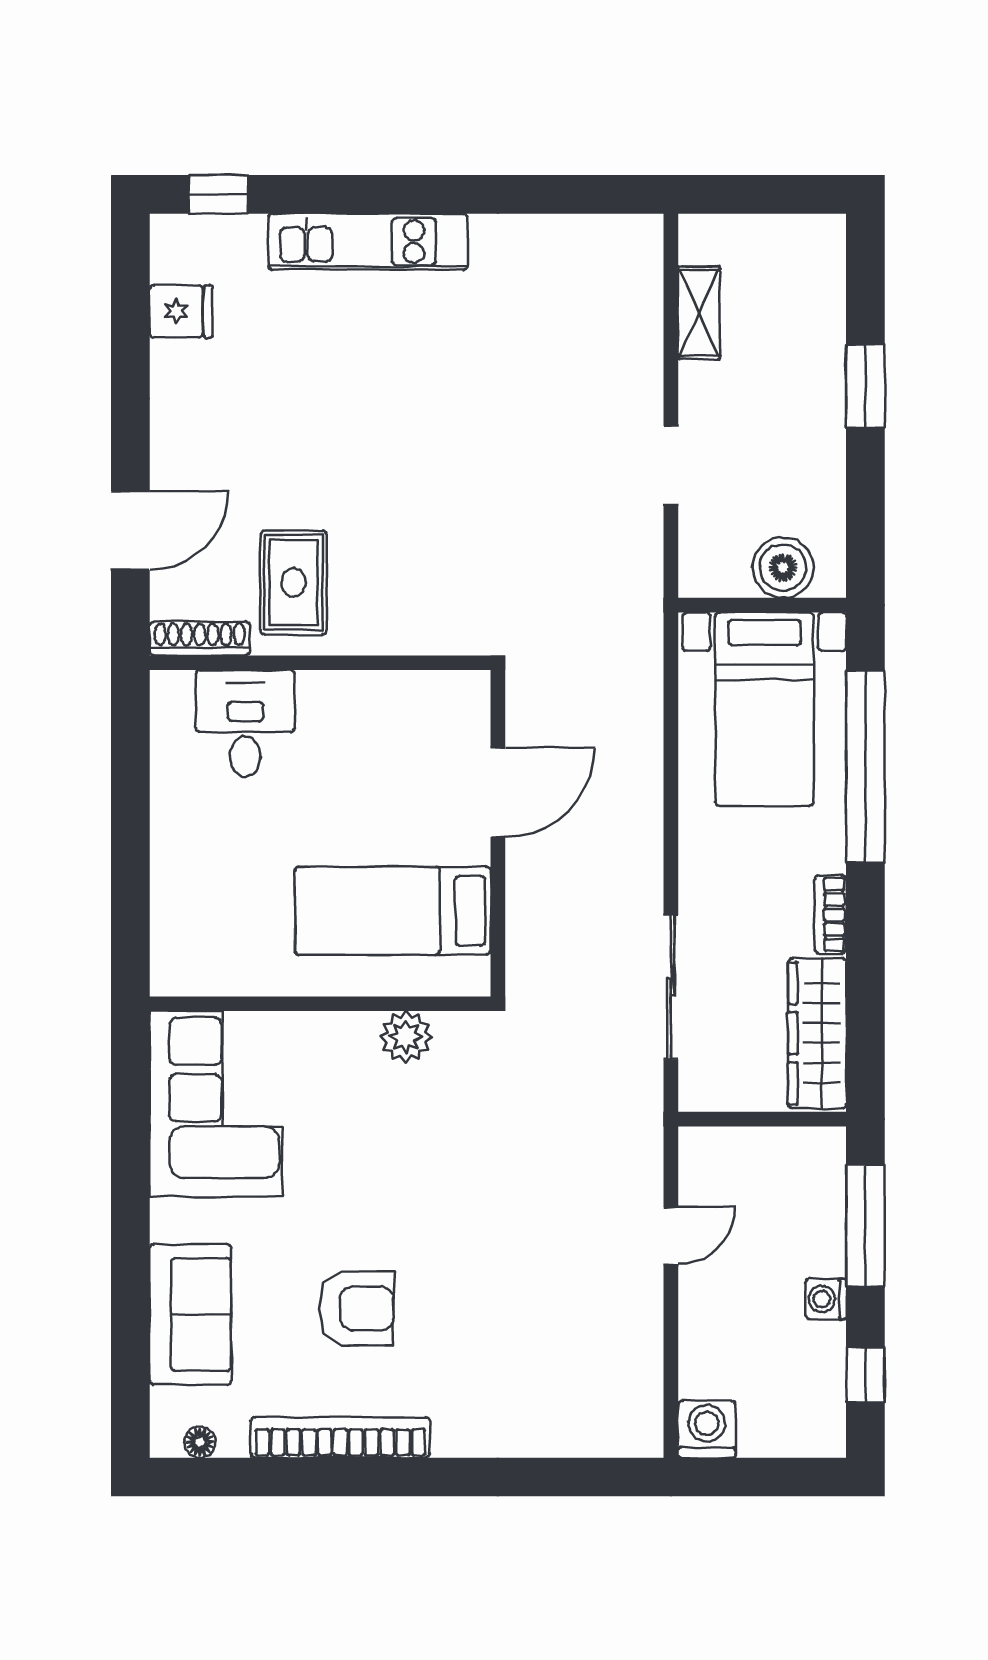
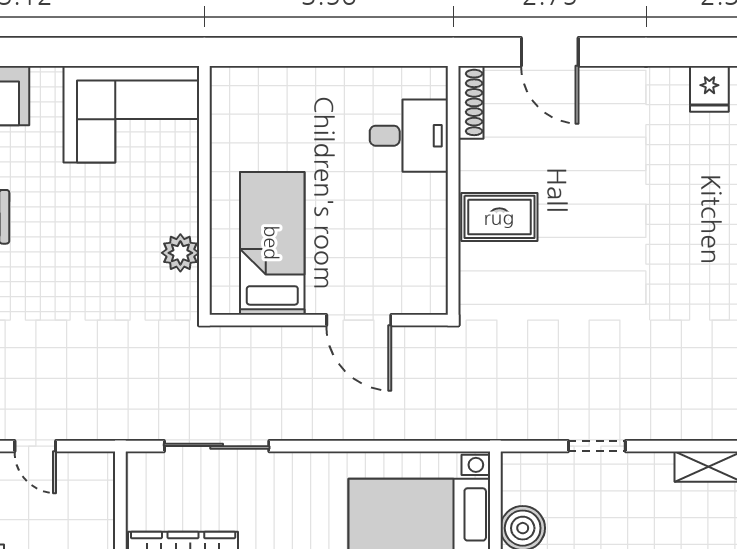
rug: (294, 583) -> (499, 217), moved

